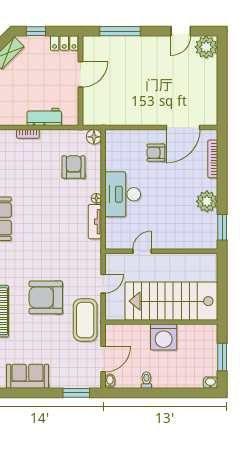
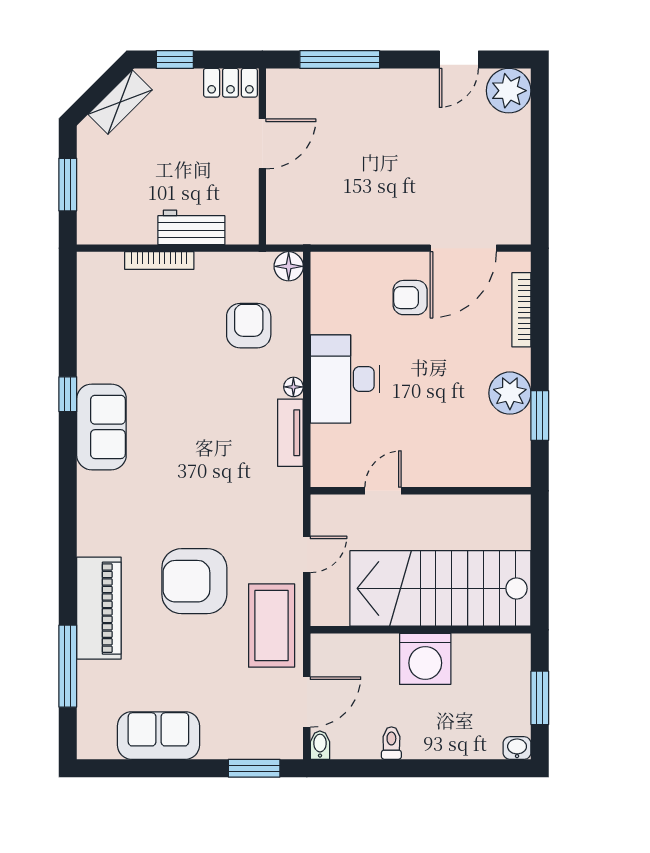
bookcase: (28, 134) -> (159, 261), width x1.56
window: (222, 227) -> (540, 416), moved

